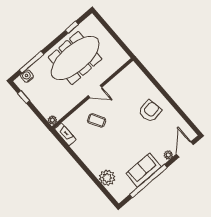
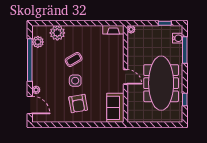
door: (95, 91) -> (125, 77), swing flipped
coffee table: (97, 120) -> (74, 59), moved
side table: (133, 130) -> (75, 81), added
sofa: (144, 170) -> (115, 108), moved, turned 180
plant: (128, 187) -> (38, 42), added

